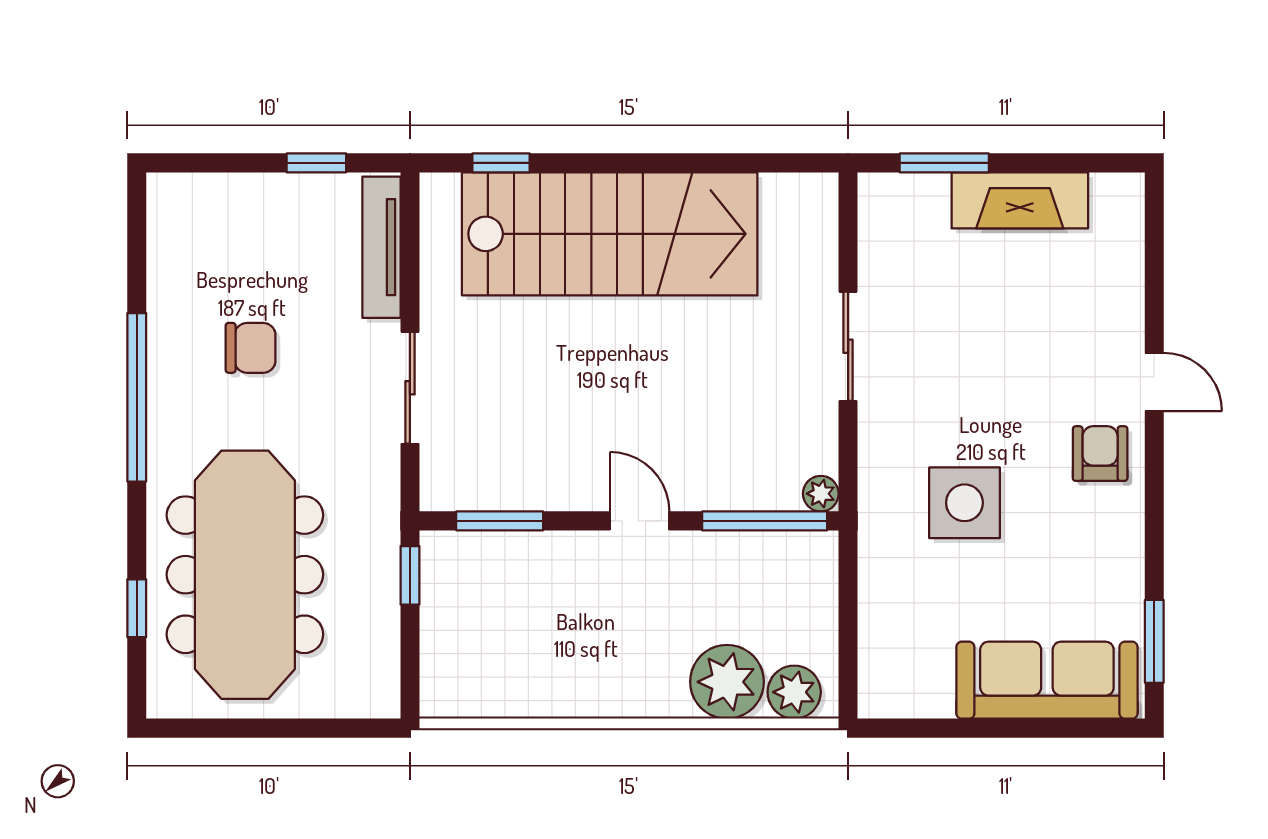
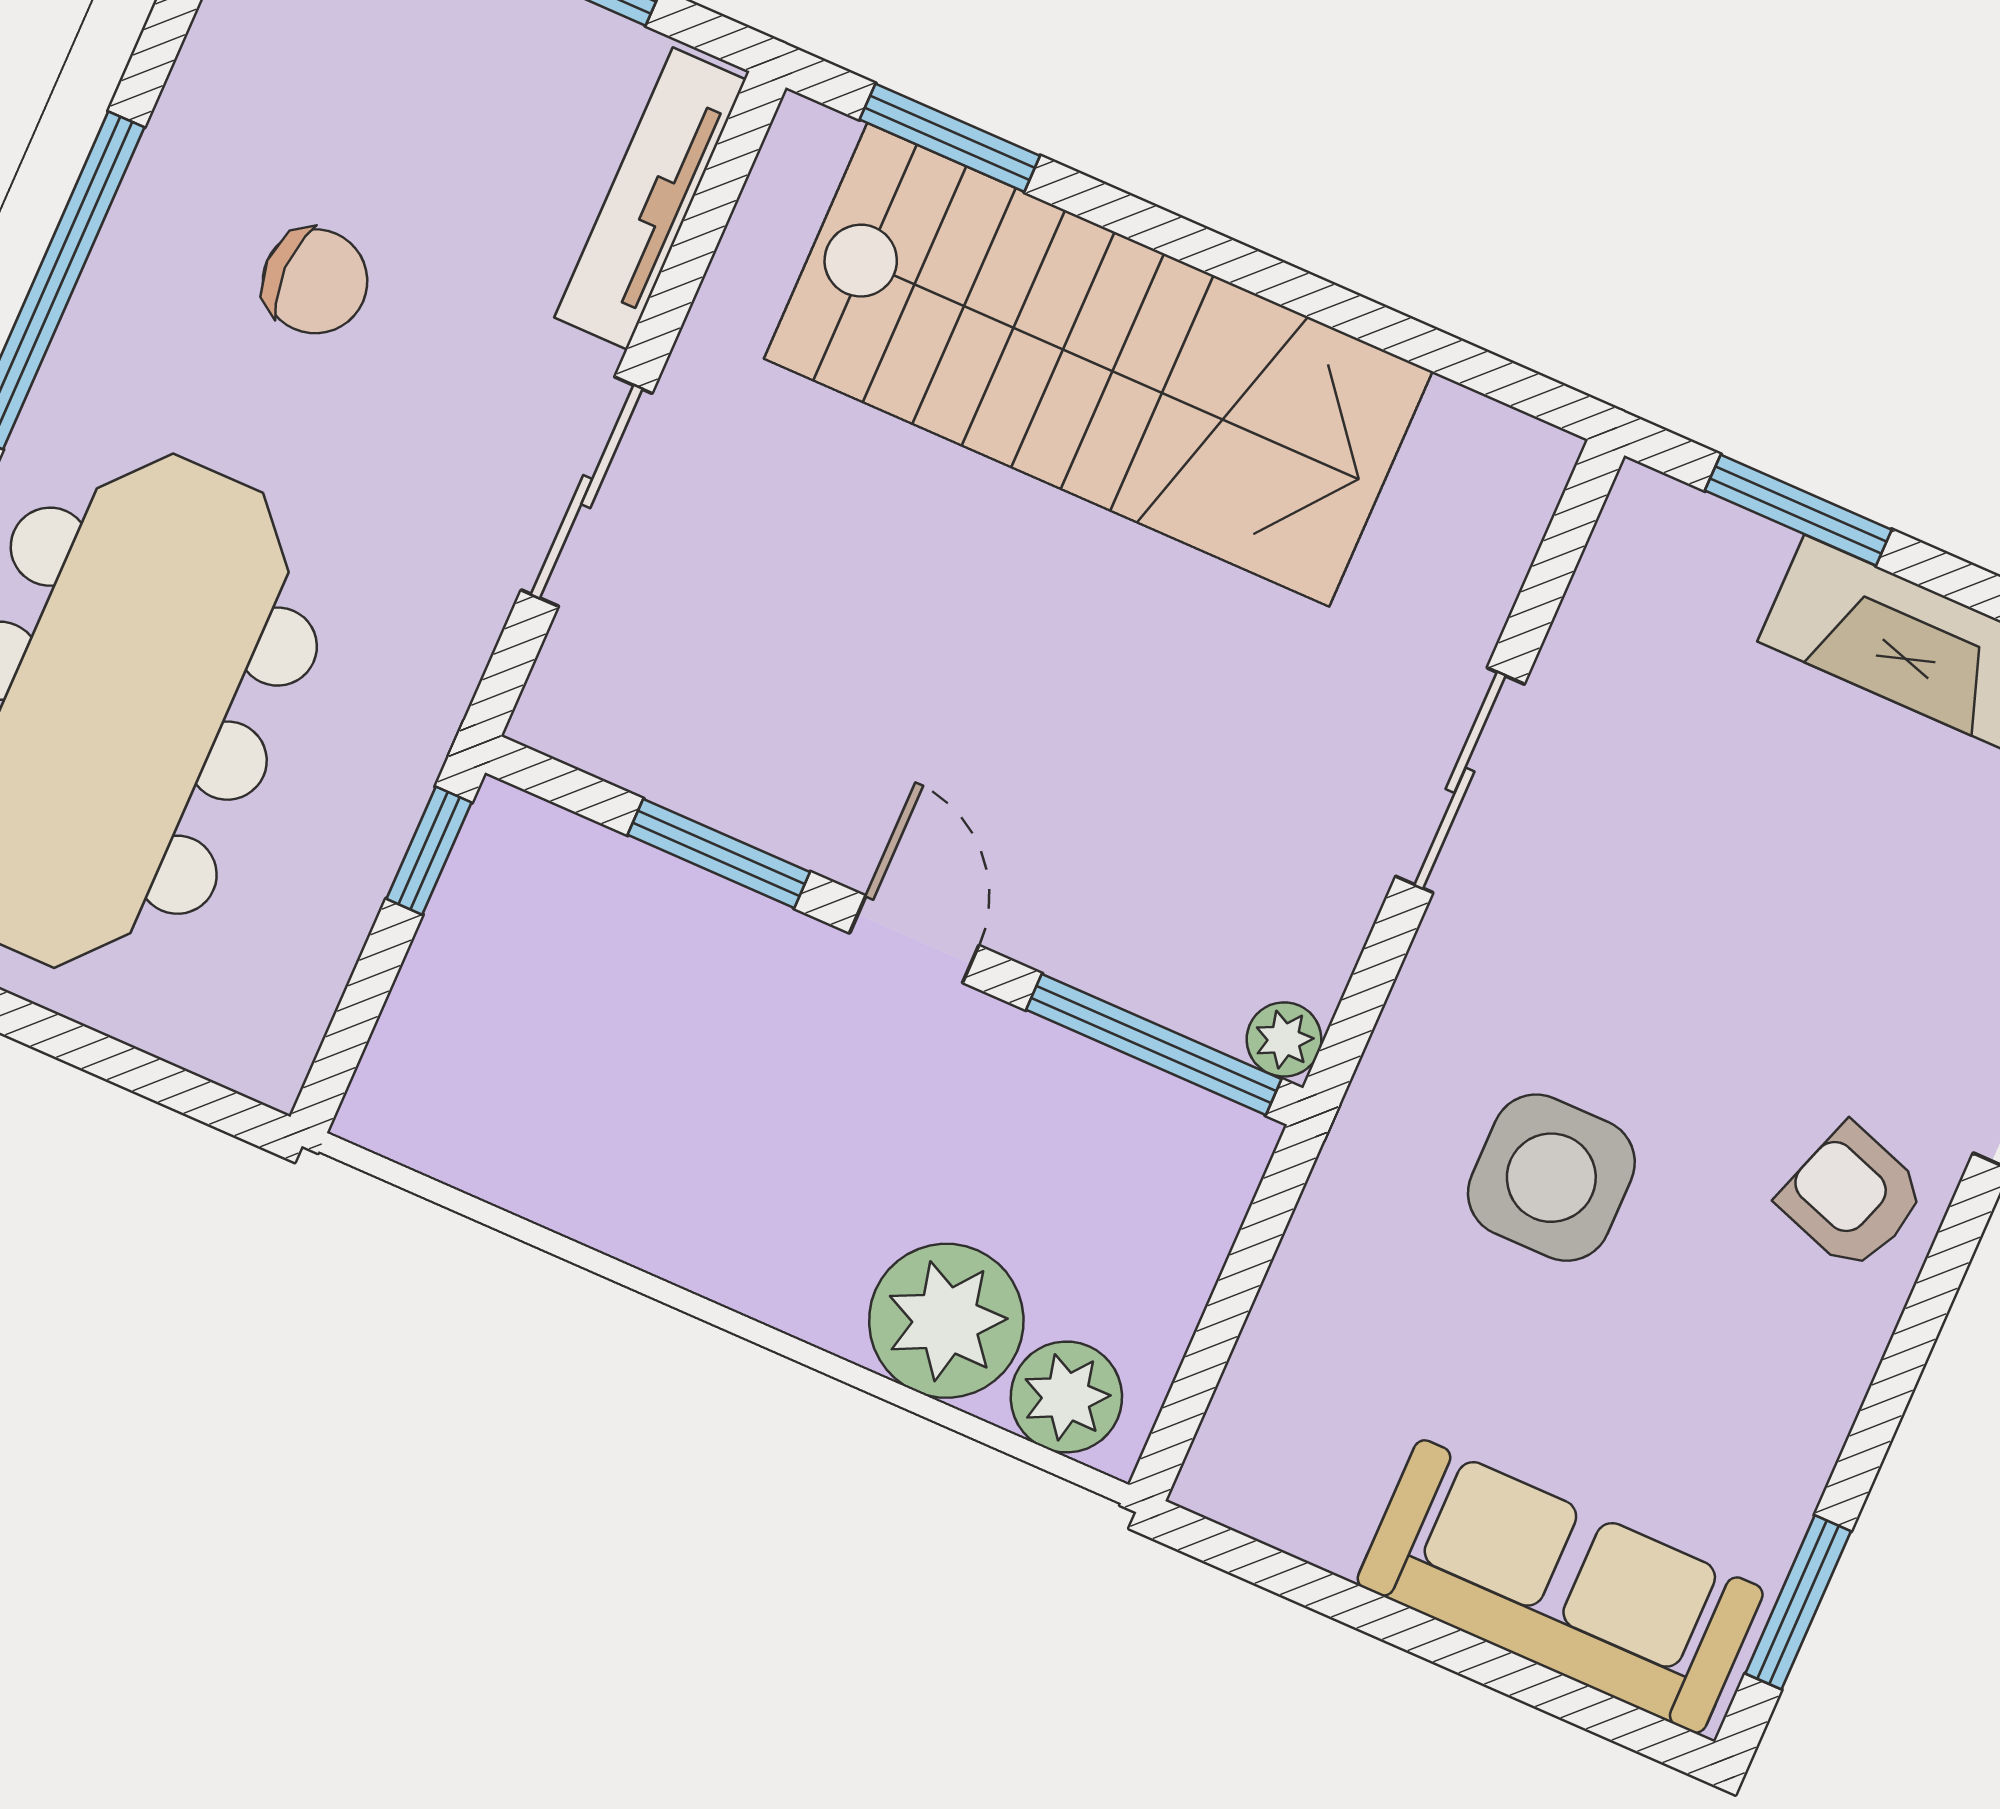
window: (501, 163) -> (950, 138), width x1.50
armchair: (1100, 454) -> (1852, 1197), turned -71
window: (500, 521) -> (719, 853), moved

